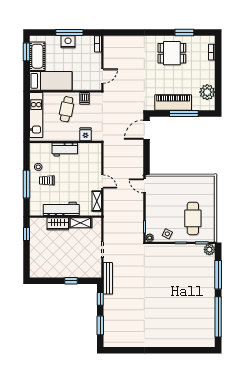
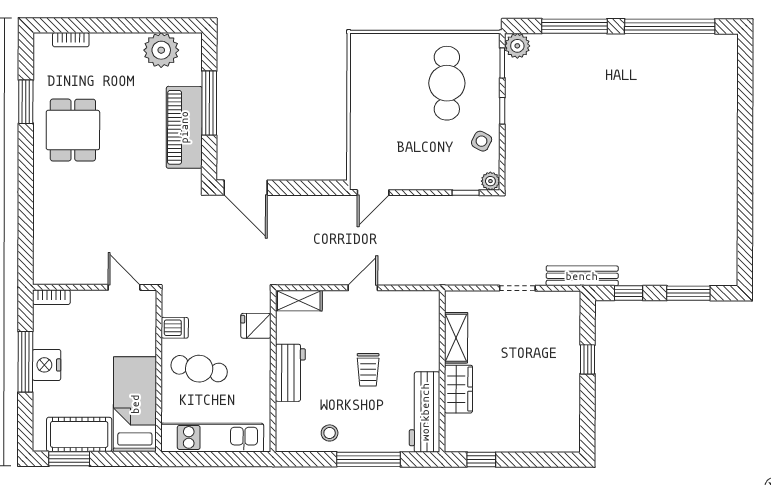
trolley: (47, 180) -> (368, 370), moved
shelving: (97, 201) -> (299, 301), moved
workbench: (61, 209) -> (425, 412), moved
cafe table: (193, 218) -> (447, 83), turned 90

